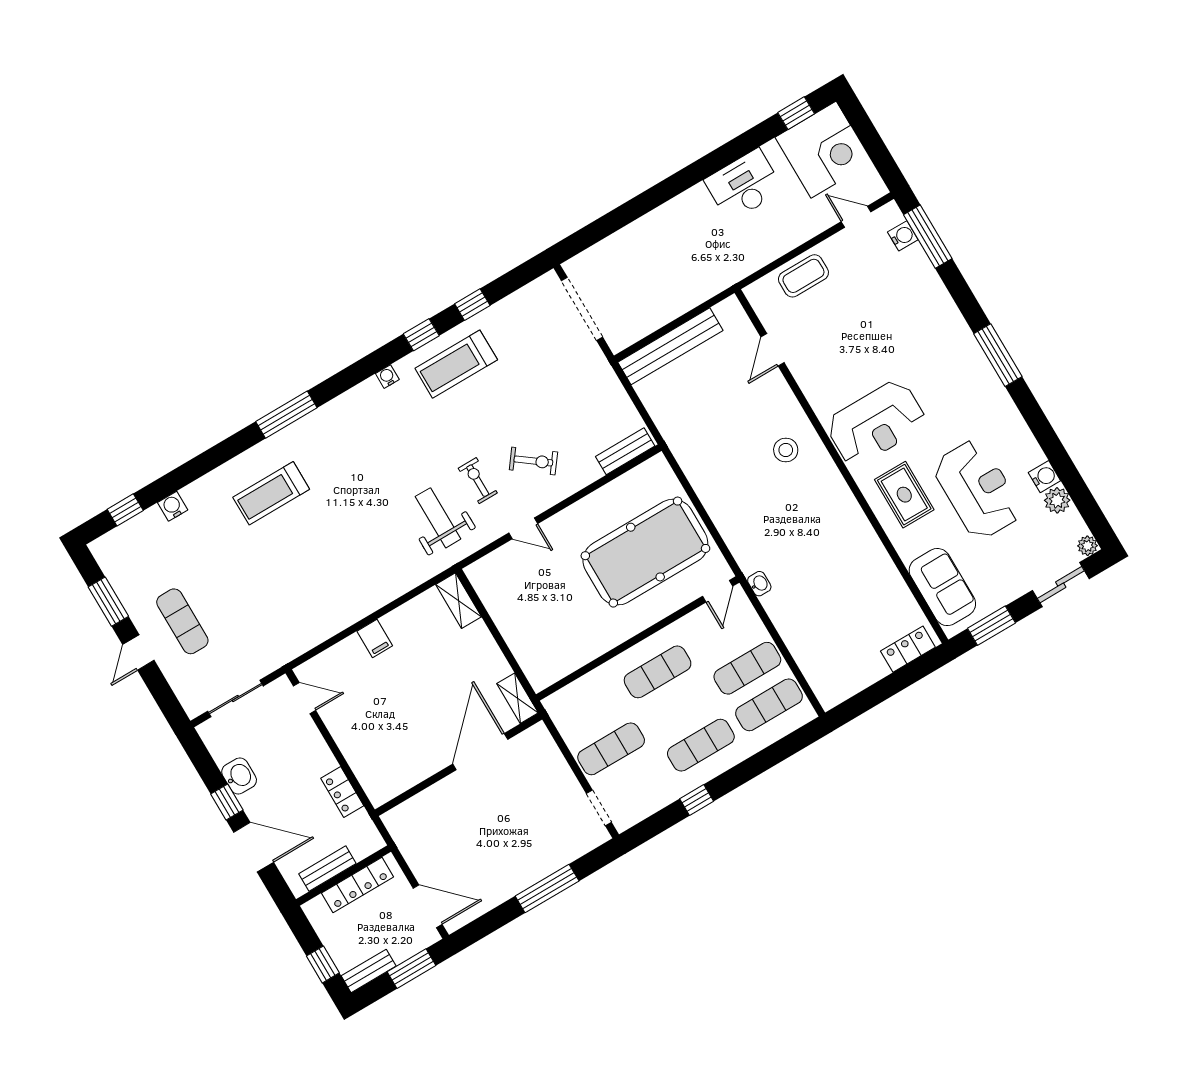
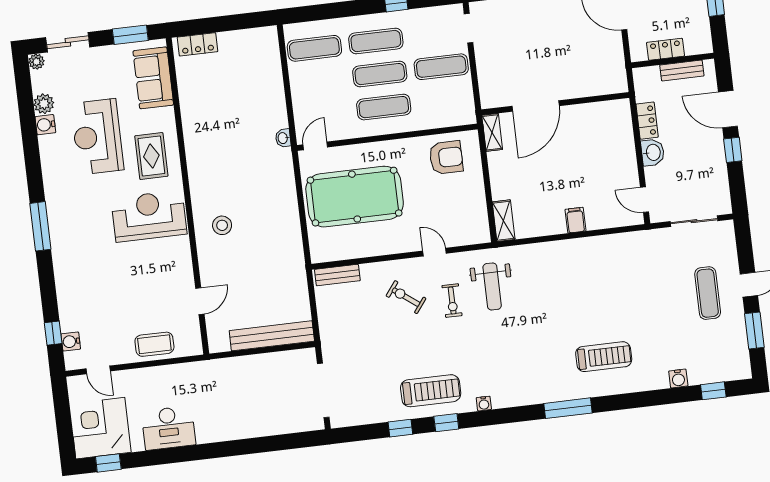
window: (928, 237) -> (53, 333), width x0.46
armchair: (558, 645) -> (446, 157), added
exercise mat: (747, 668) -> (380, 74), moved
washbasin: (239, 776) -> (653, 152), moved, turned 180
locker: (358, 885) -> (666, 49), width x0.66

